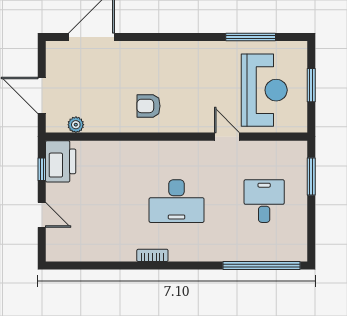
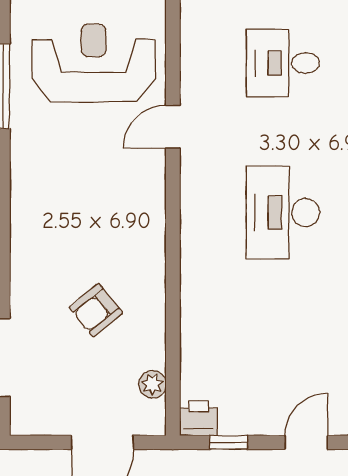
armchair: (149, 106) -> (96, 310), moved, turned 51
printer: (61, 161) -> (198, 418), width x0.53, depth x0.68
desk: (177, 201) -> (283, 213), turned 180

